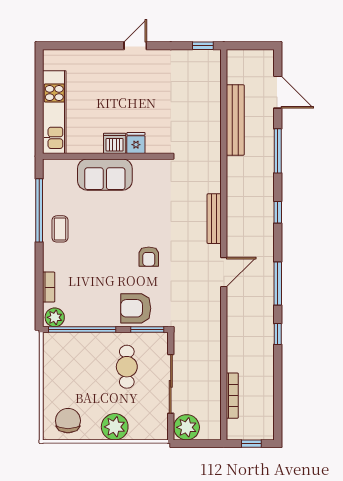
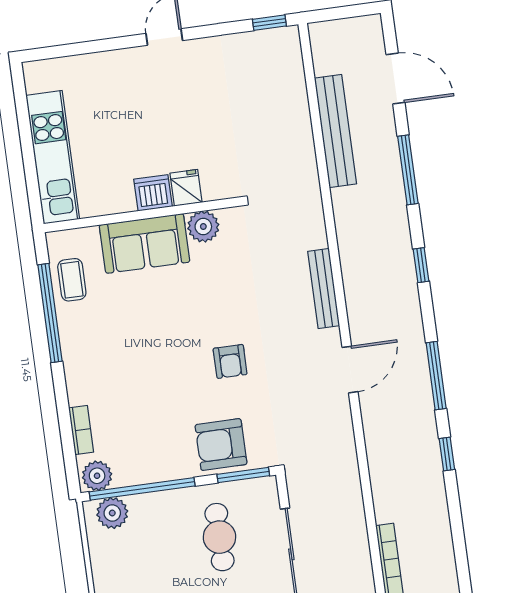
plant: (143, 169) -> (203, 227), added
coffee table: (60, 229) -> (72, 280), moved
plant: (61, 342) -> (112, 513), added

